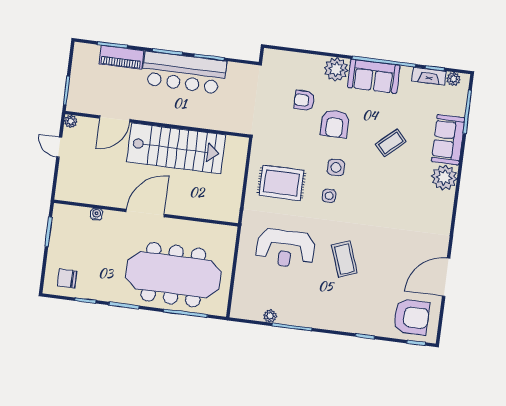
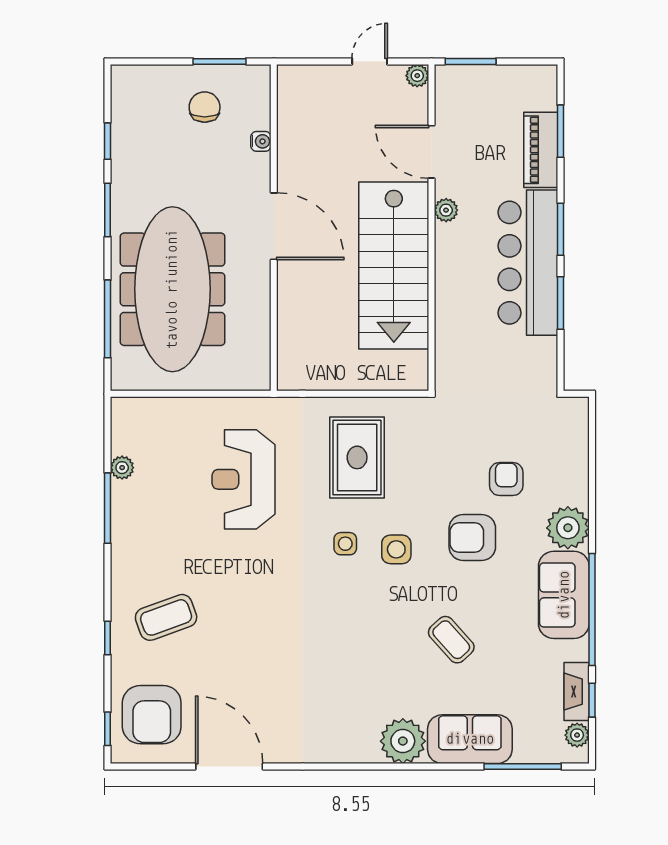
plant: (149, 115) -> (446, 210), added
coffee table: (344, 259) -> (166, 617), moved
chair: (67, 278) -> (205, 107), moved

